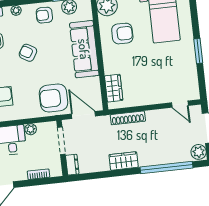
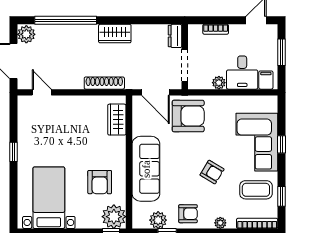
armchair: (122, 34) -> (100, 182), turned -90
window: (198, 51) -> (14, 152), width x0.67

